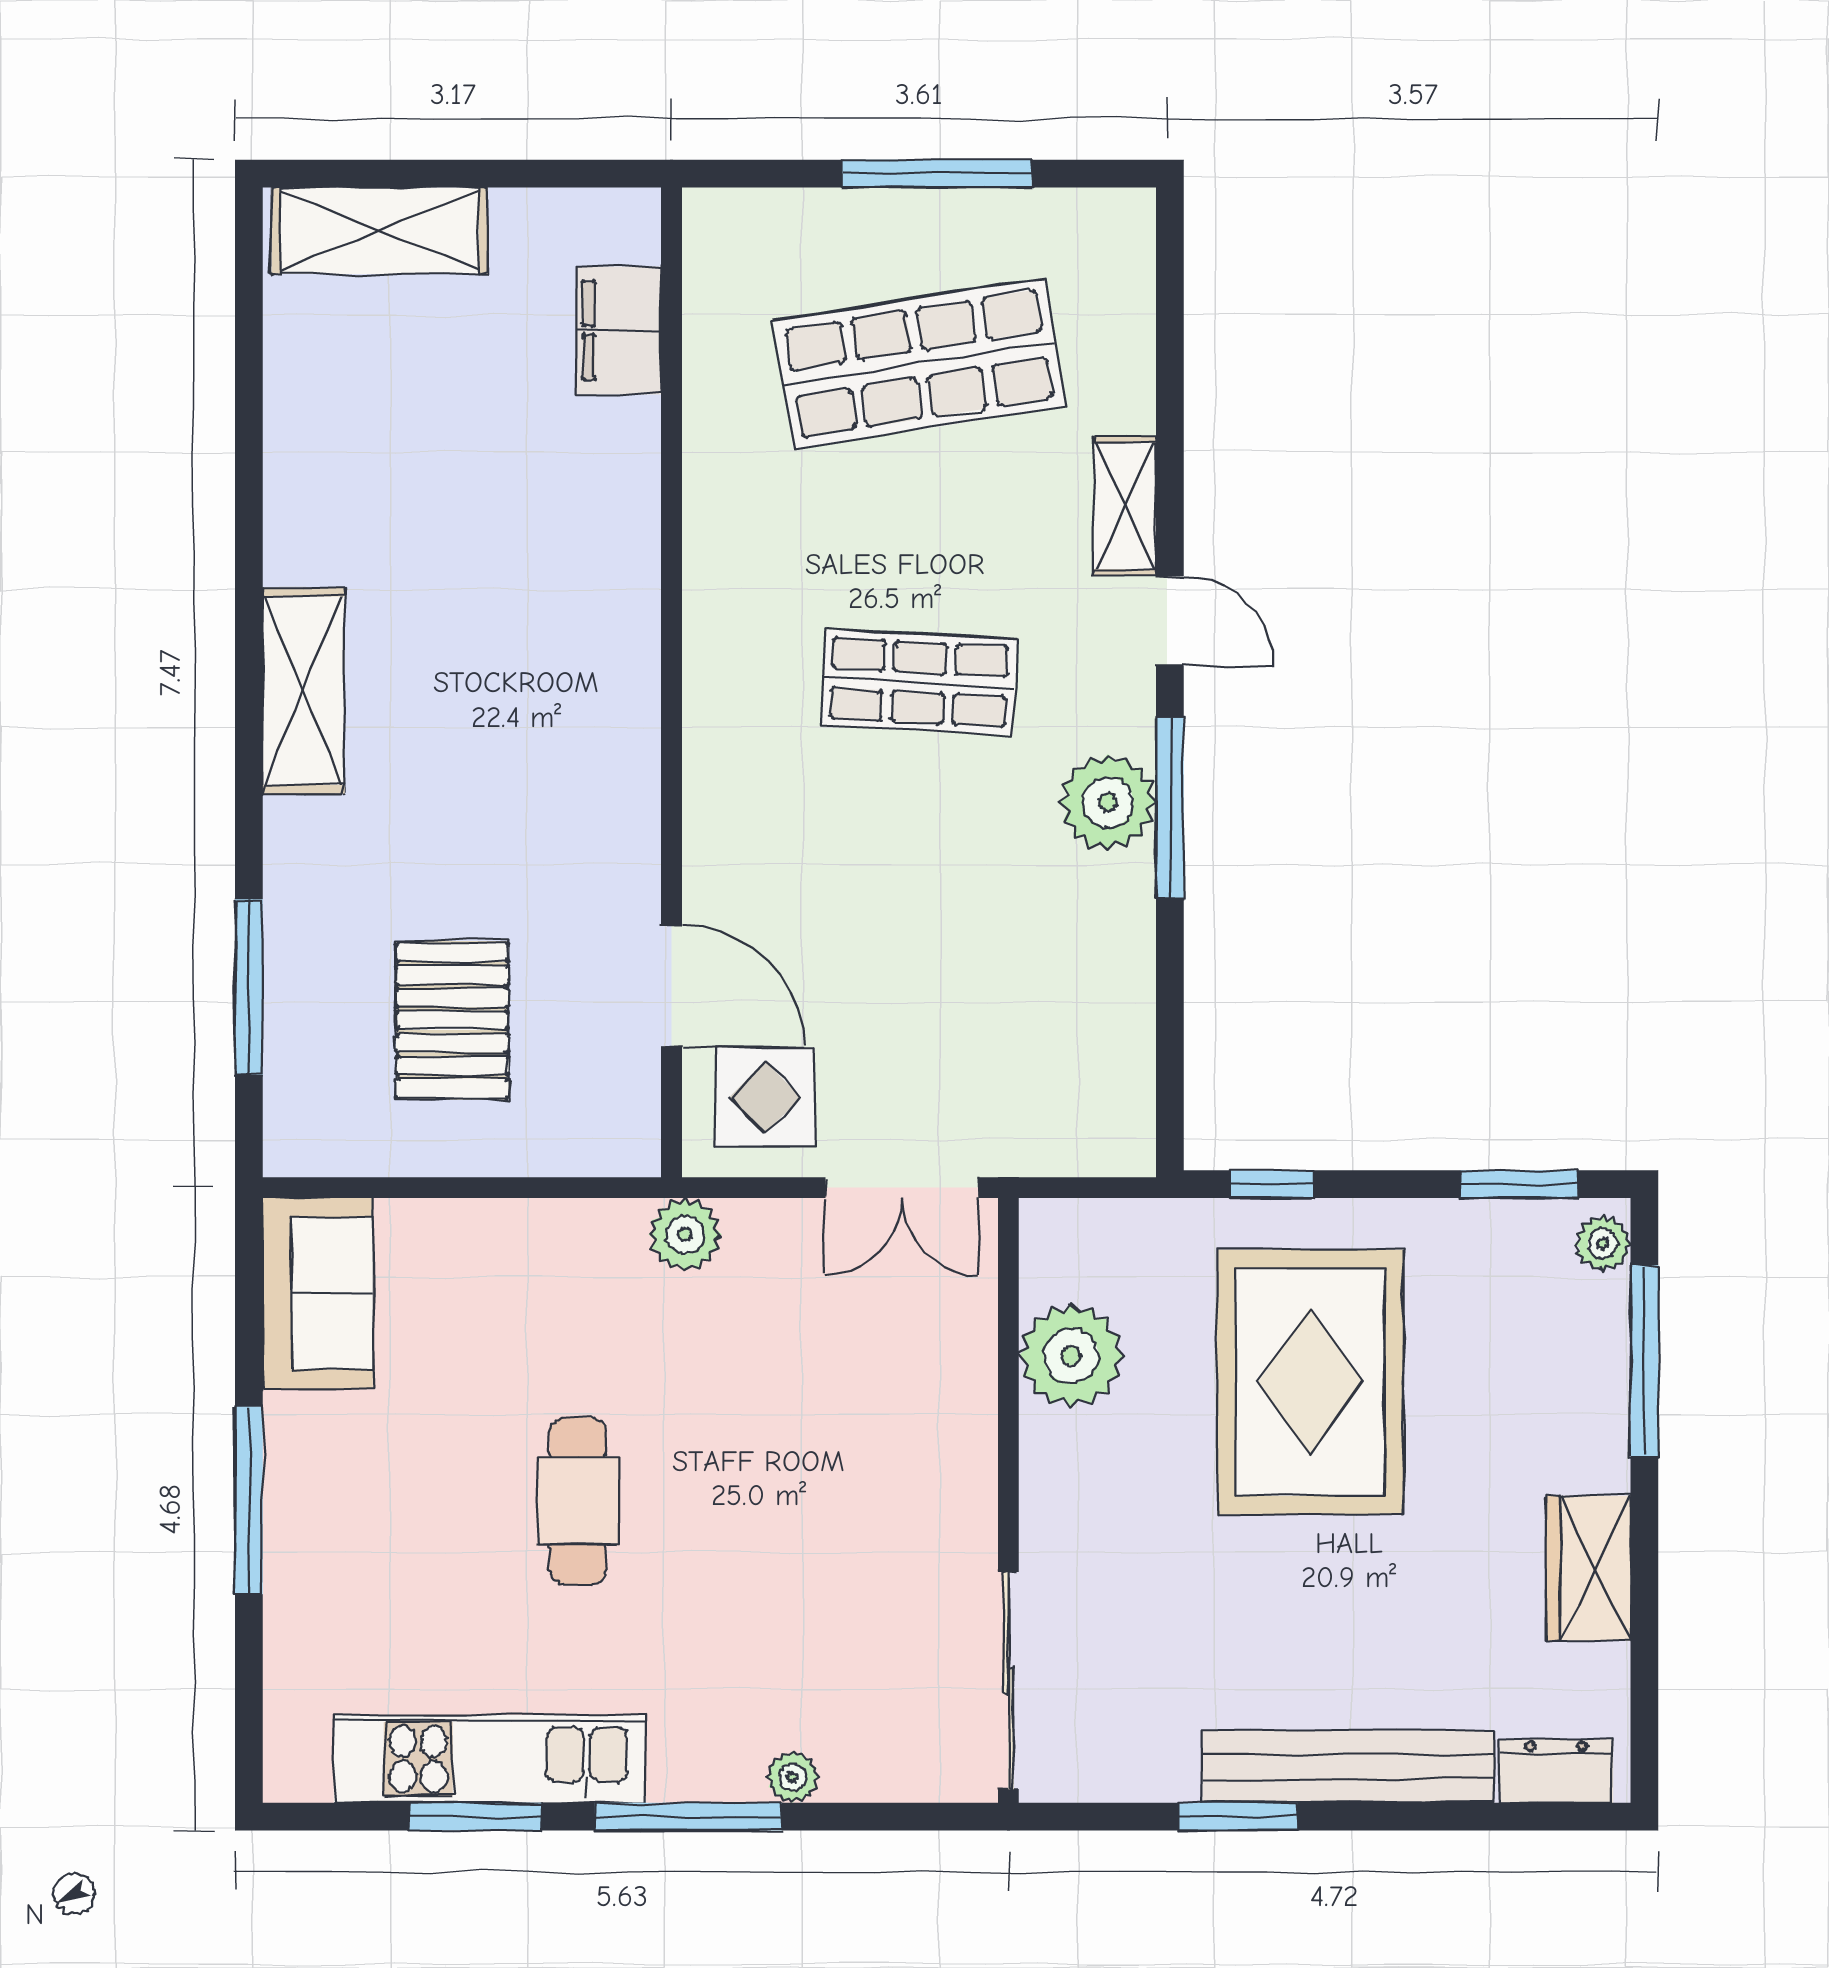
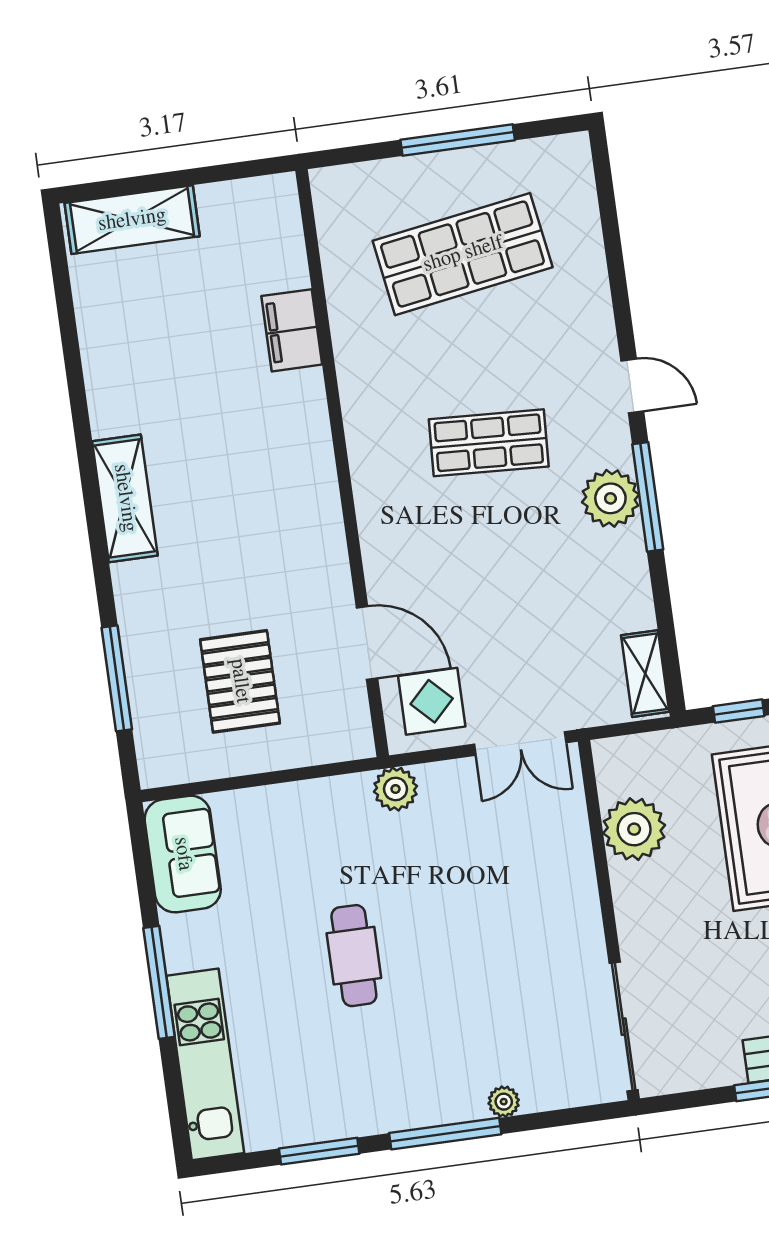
filing cabinet: (619, 330) -> (292, 330), moved
shelving: (1125, 506) -> (645, 674), moved
kitchen unit: (490, 1759) -> (205, 1064), moved, turned 90

